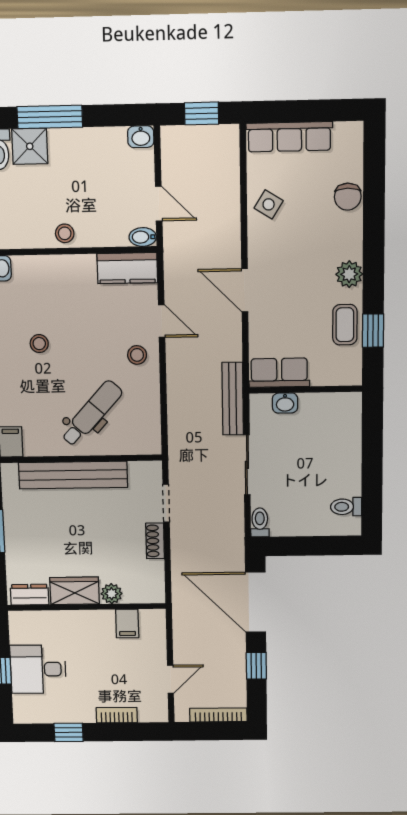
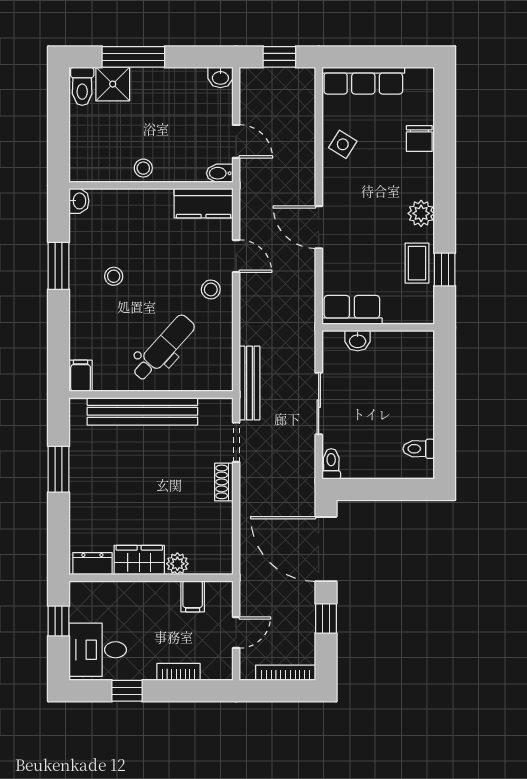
bench: (233, 399) -> (250, 383), moved
wardrobe: (75, 591) -> (139, 560), moved
plant: (112, 594) -> (177, 564), moved
dresser: (30, 595) -> (92, 564), moved
wall: (86, 607) -> (151, 578), moved
filing cabinet: (127, 624) -> (193, 596), moved
desk: (38, 669) -> (98, 650), moved

